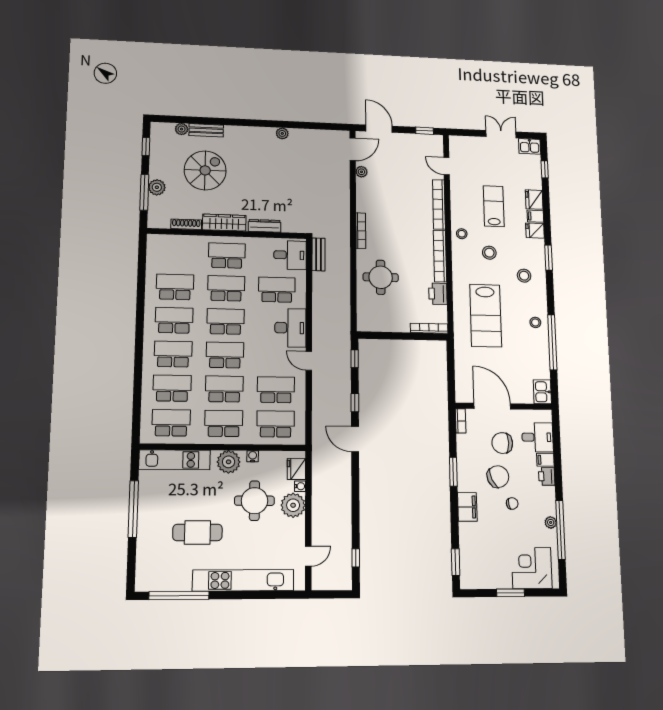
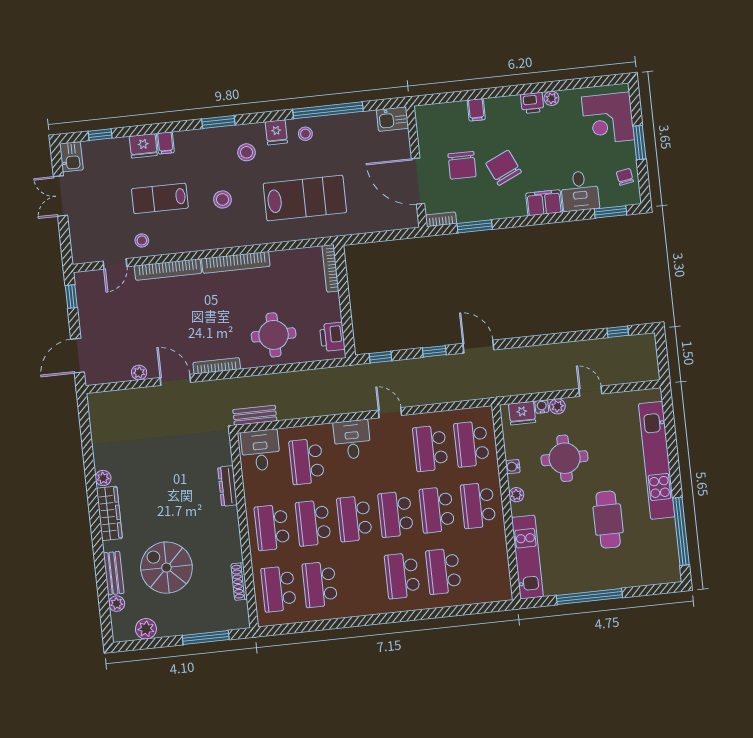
window: (146, 147) -> (146, 644), removed
door: (353, 149) -> (175, 380), moved
plant: (157, 187) -> (146, 629), moved
wardrobe: (224, 223) -> (109, 513), moved, turned 180
fridge: (535, 231) -> (276, 132), moved
stool: (462, 234) -> (142, 240), moved
printer: (438, 294) -> (332, 337), moved, turned 90
school desk: (174, 320) -> (279, 589), moved
desk: (290, 328) -> (352, 440), width x0.73
door: (309, 361) -> (390, 413), swing flipped
door: (492, 406) -> (418, 181), hinge flipped
school desk: (171, 423) -> (485, 567), removed
desk: (538, 437) -> (580, 191), moved, turned 180
door: (355, 439) -> (478, 347), swing flipped
plant: (229, 462) -> (516, 495), width x0.53, depth x0.53
window: (453, 472) -> (475, 226), moved
printer: (547, 476) -> (532, 103), moved
chair: (512, 503) -> (625, 177), moved
plant: (293, 505) -> (557, 406), width x0.53, depth x0.53
window: (560, 530) -> (559, 86), removed
door: (308, 556) -> (590, 391), moved

